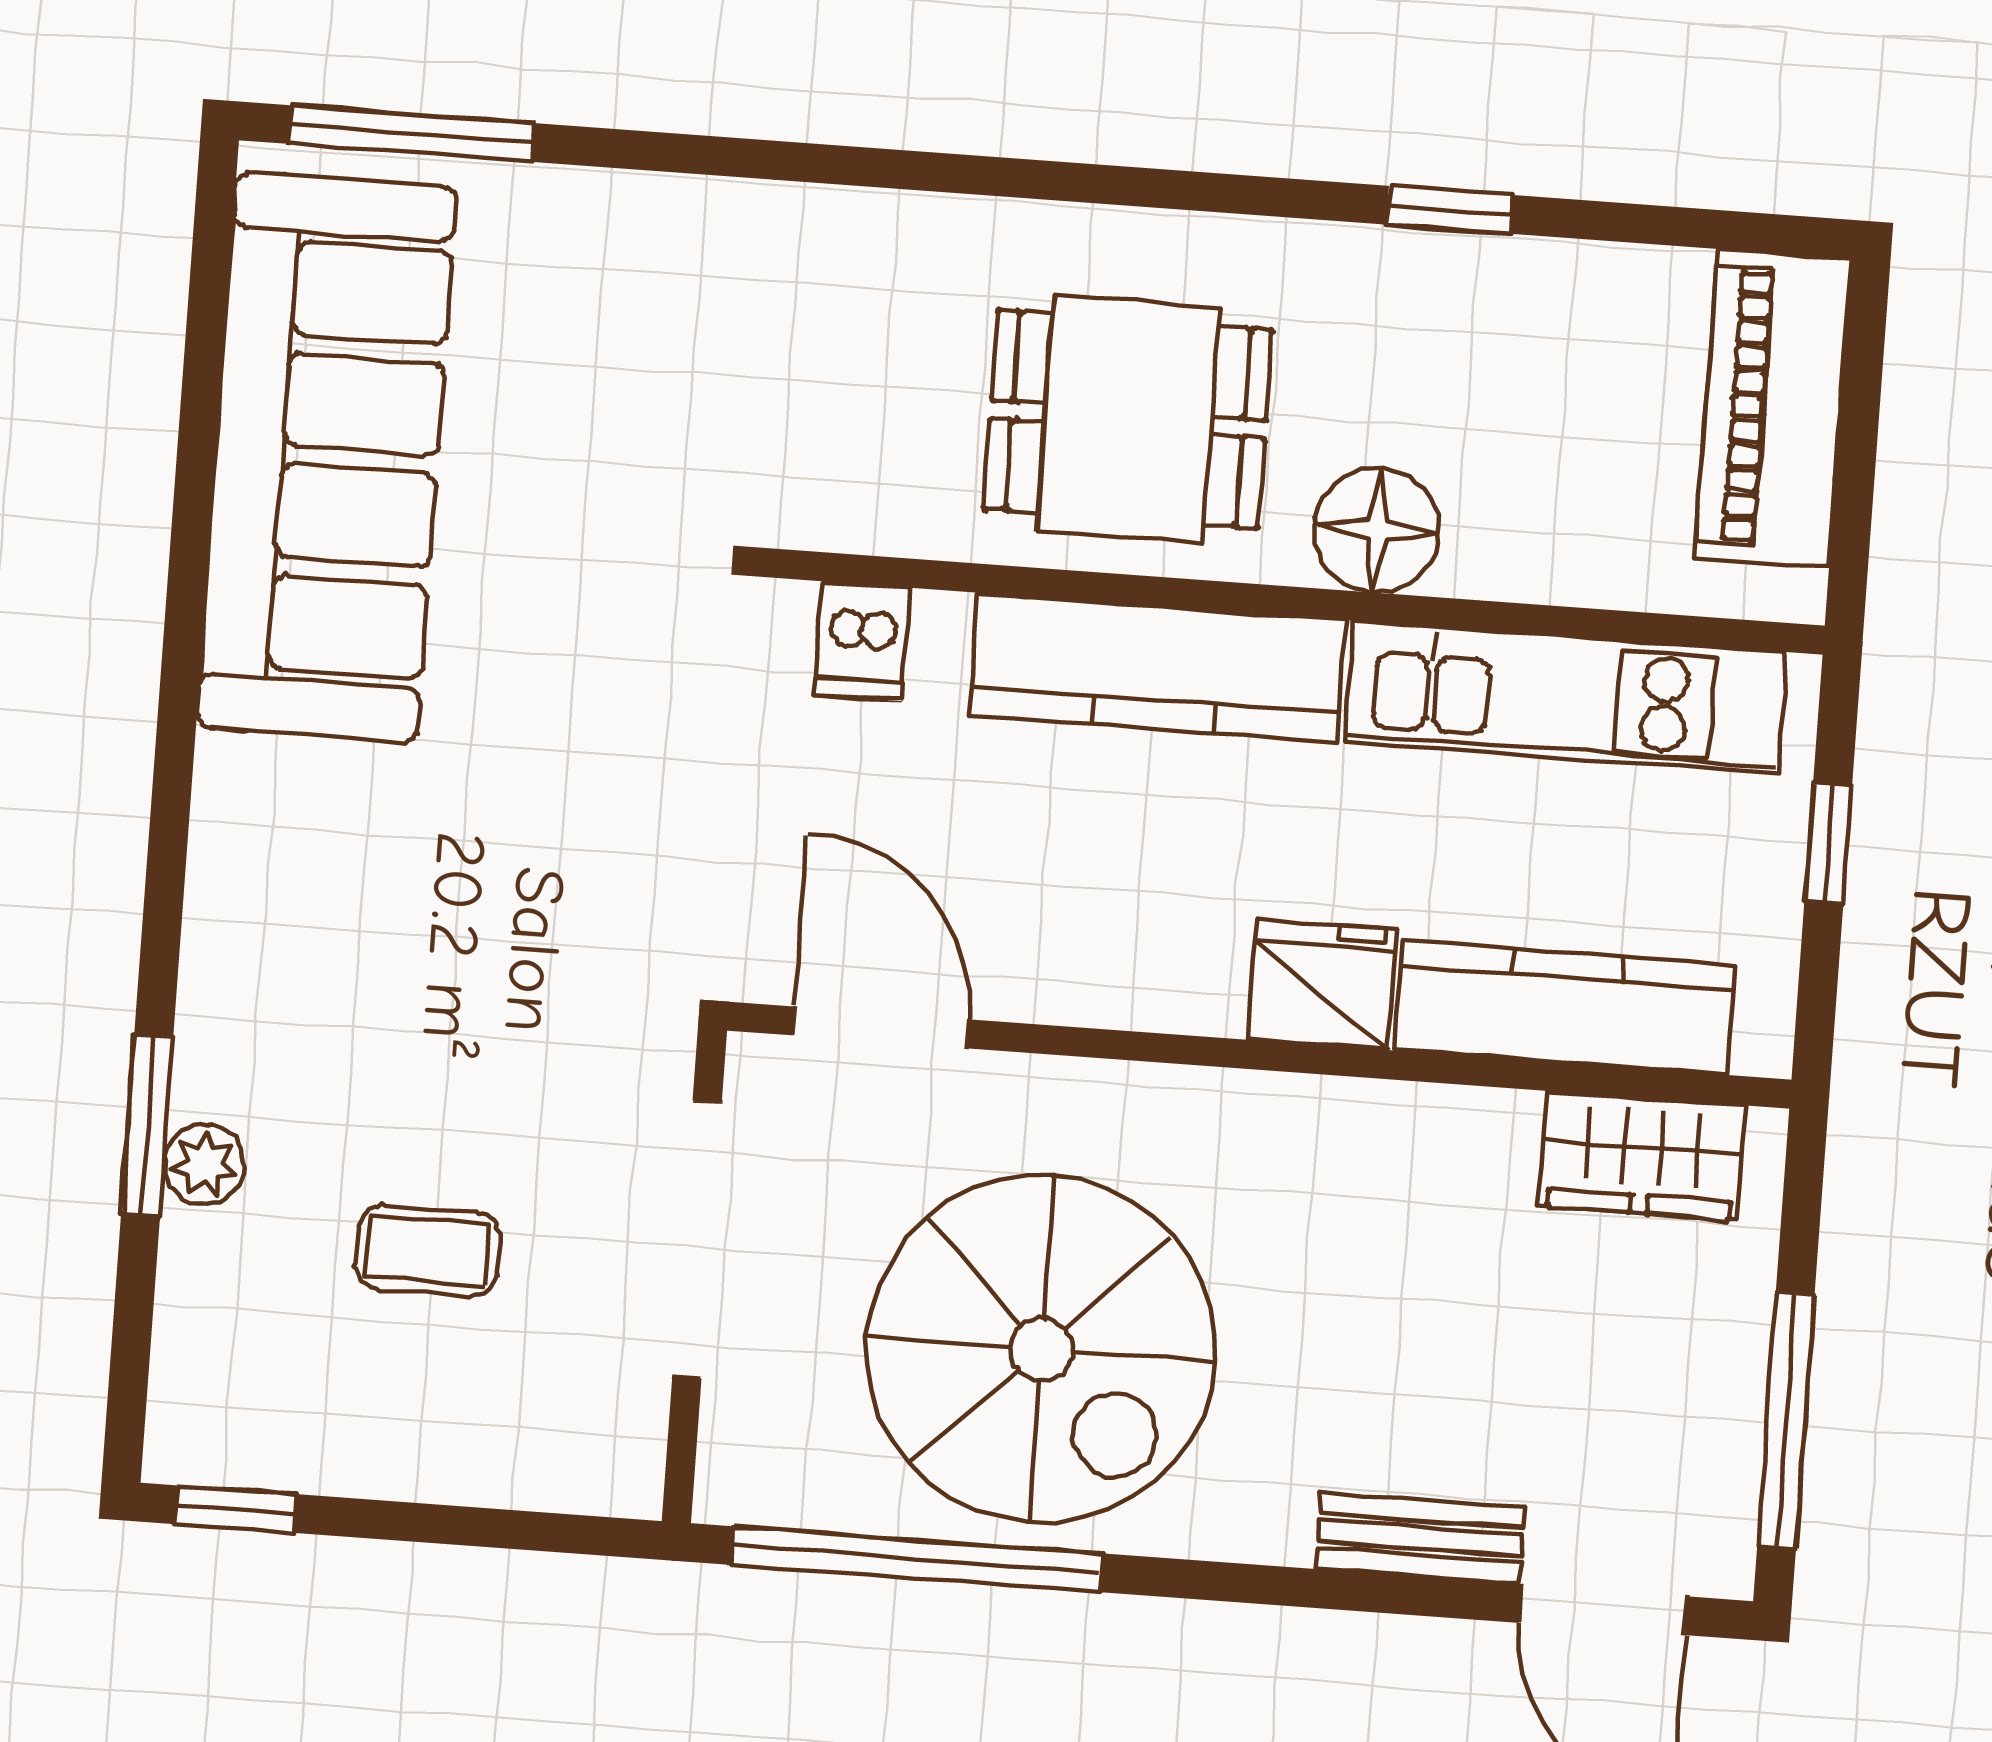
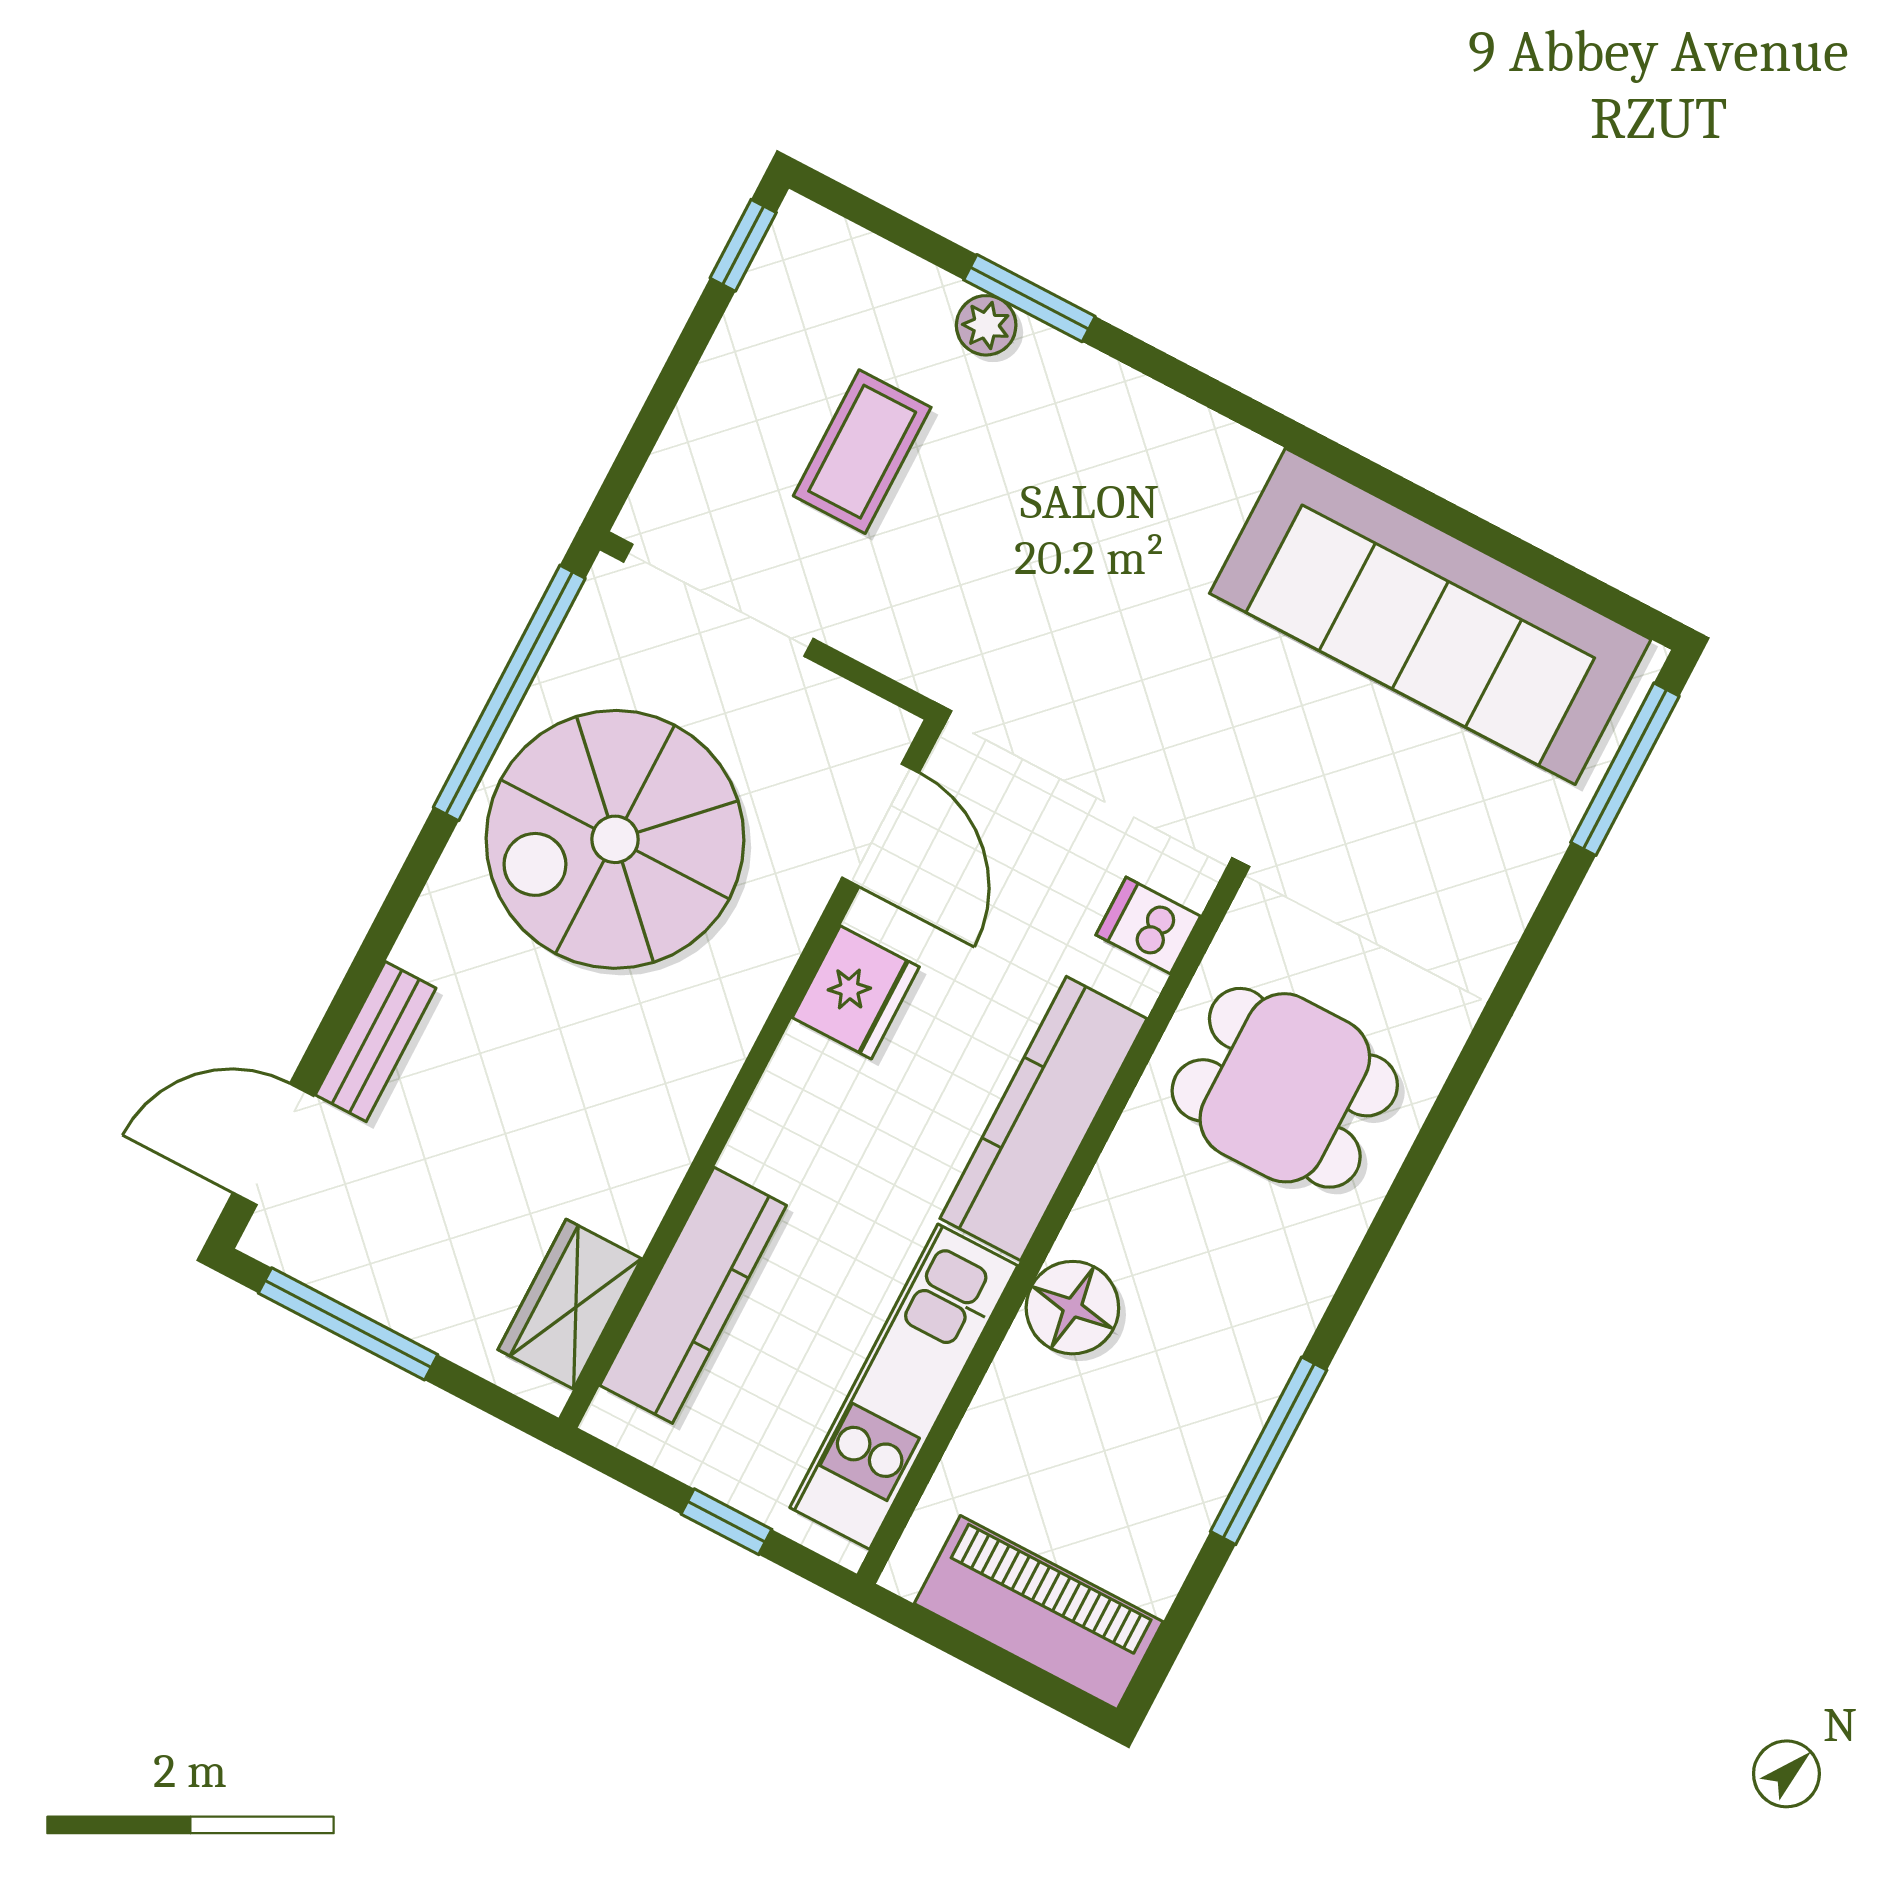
window: (1449, 210) -> (1269, 1451), width x2.17
dining table: (1128, 419) -> (1285, 1088), moved, turned 90
fridge: (1322, 985) -> (856, 992), moved
door: (881, 1027) -> (880, 825), hinge flipped
doorway: (697, 1240) -> (718, 600), moved
coffee table: (427, 1251) -> (862, 452), width x1.36, depth x1.30

